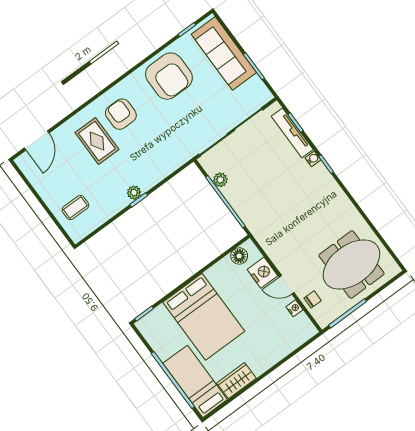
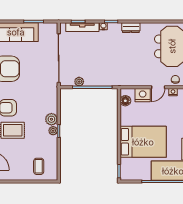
plant: (147, 180) -> (51, 119), added
dresser: (337, 195) -> (131, 28), added

